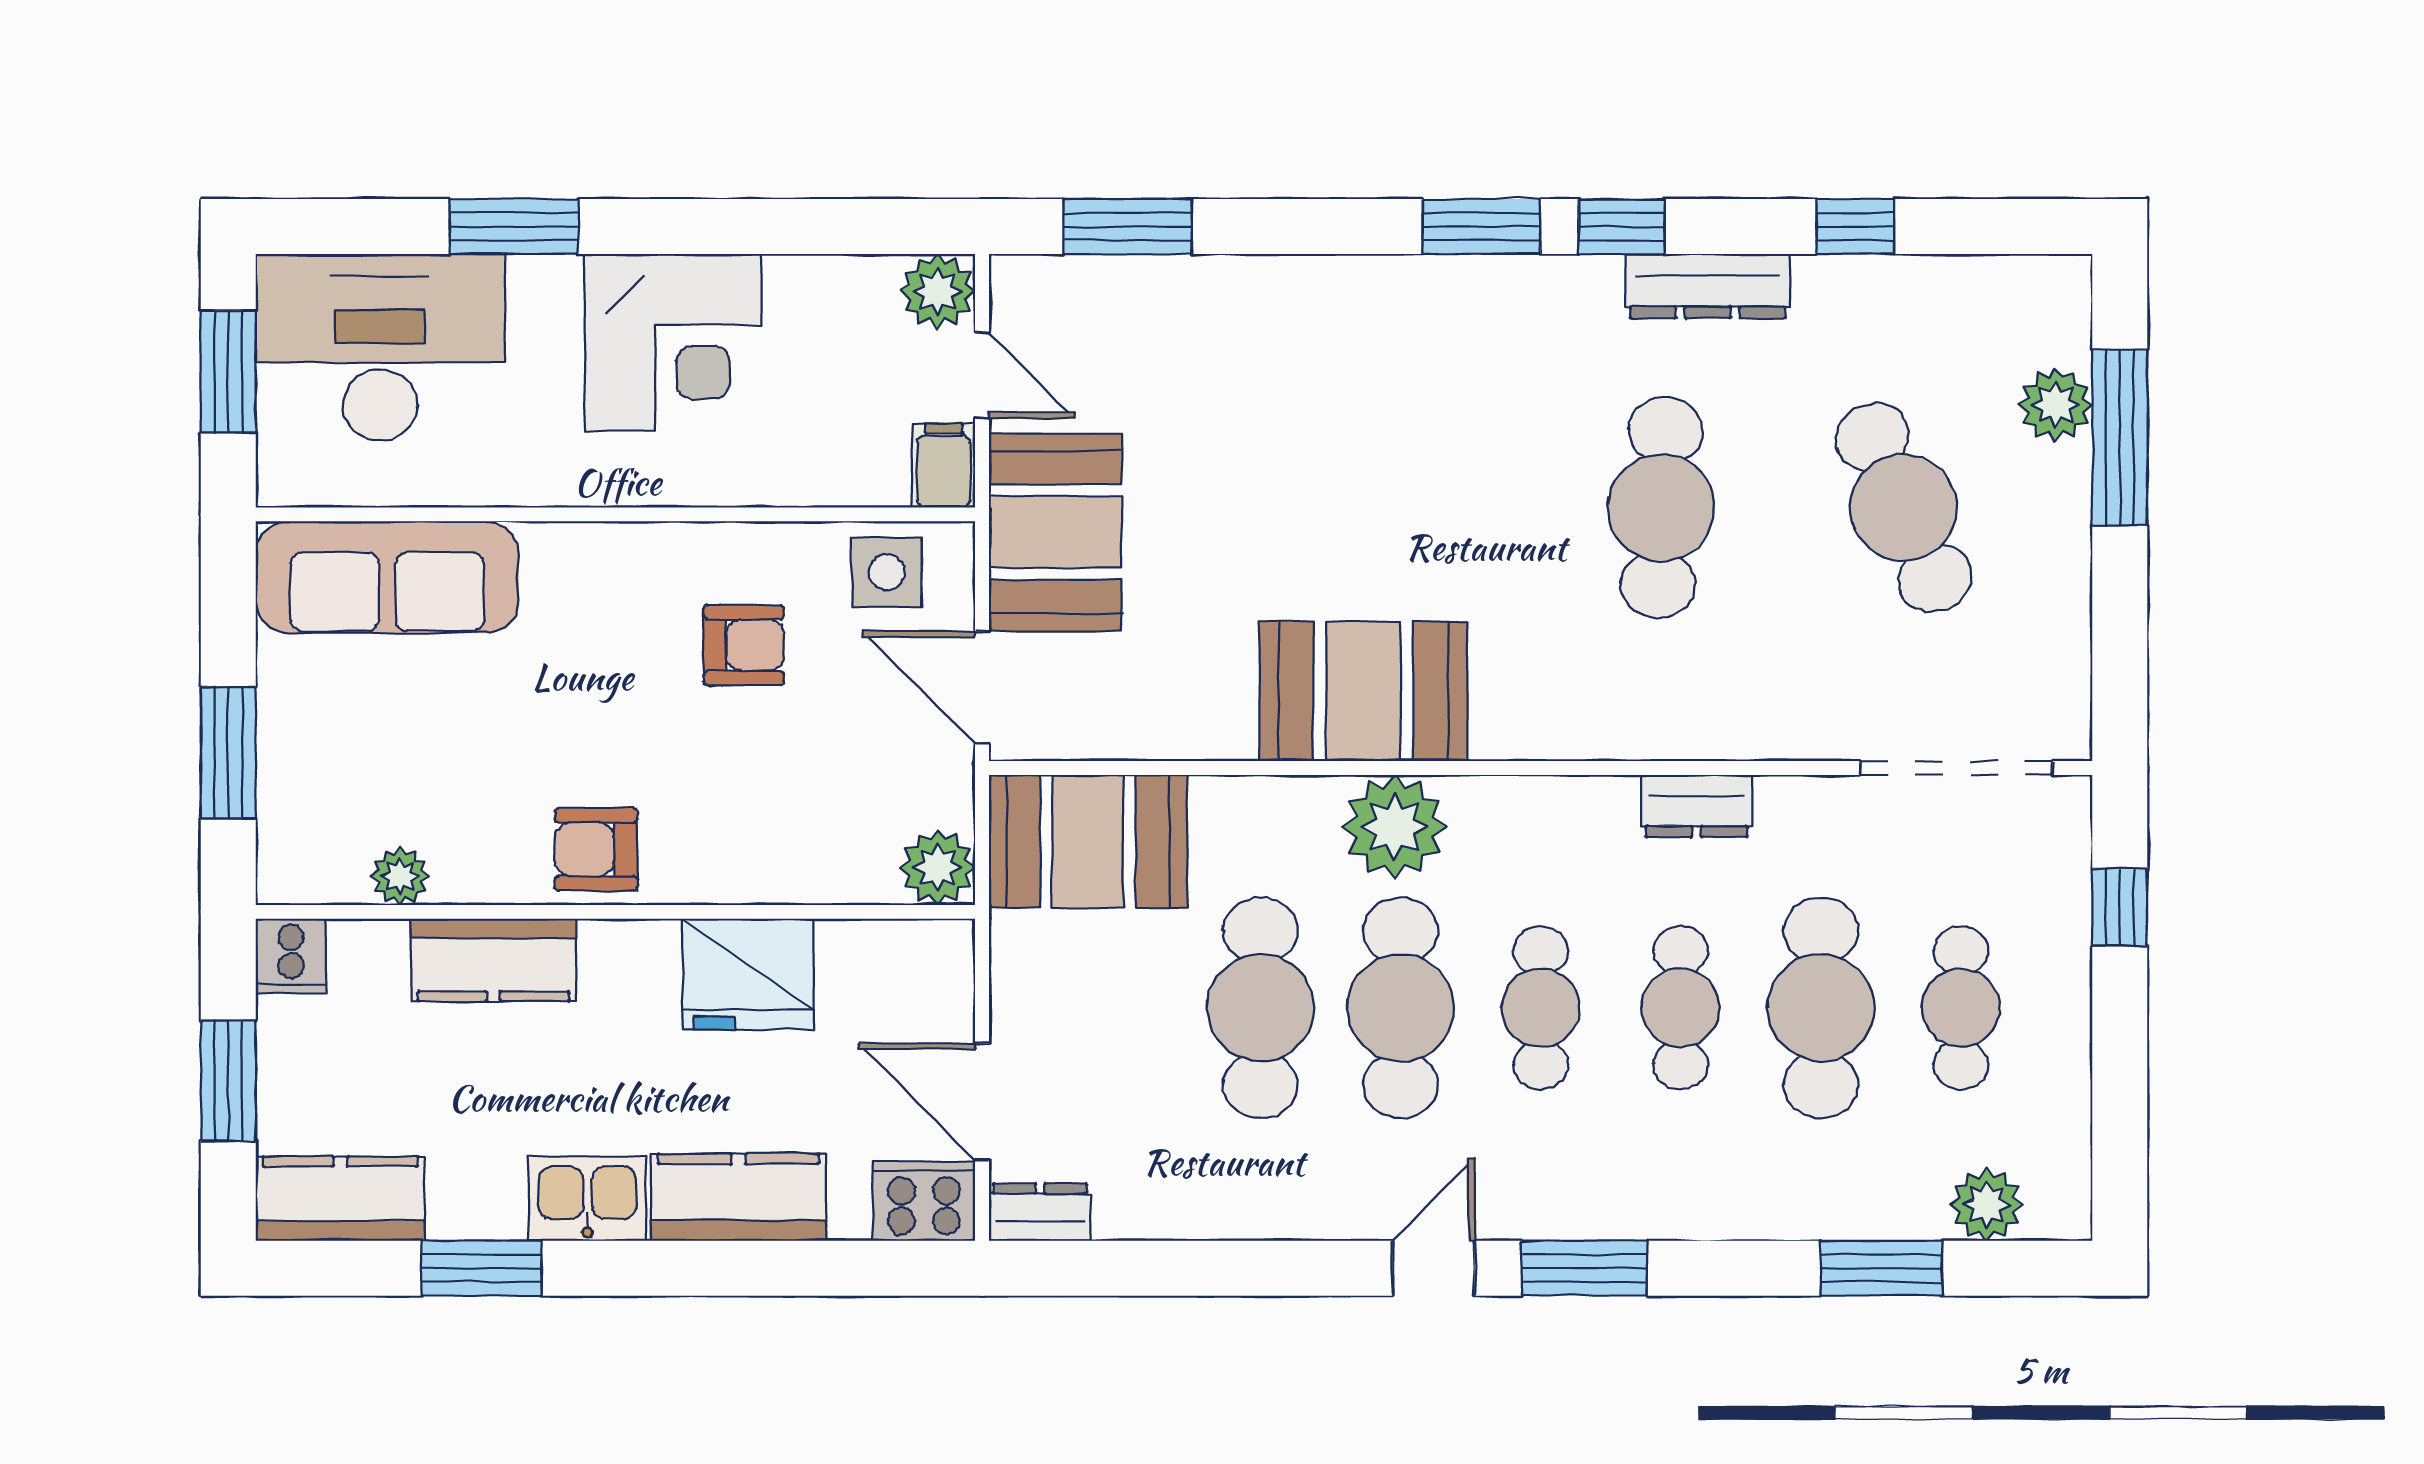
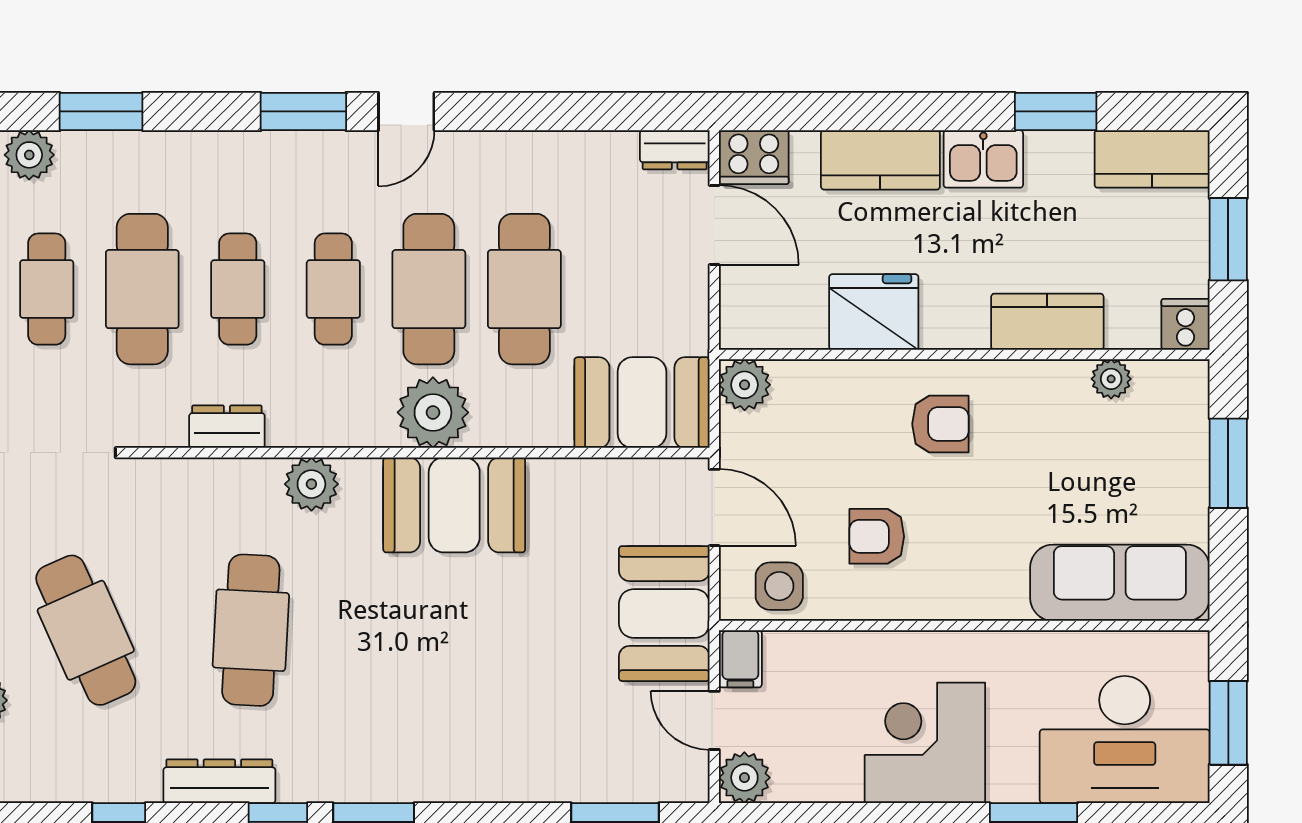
plant: (1573, 722) -> (311, 484), added
armchair: (596, 849) -> (940, 424), moved

